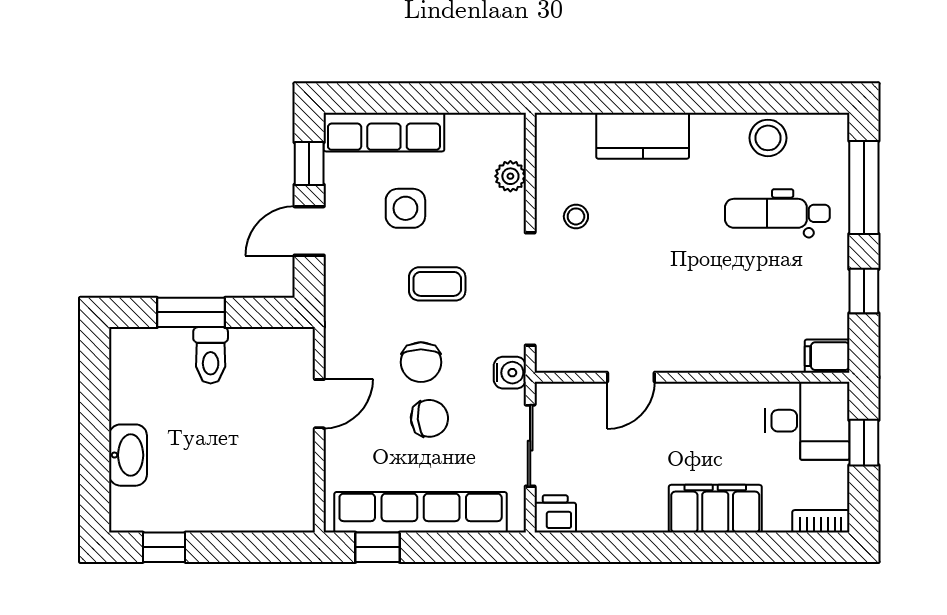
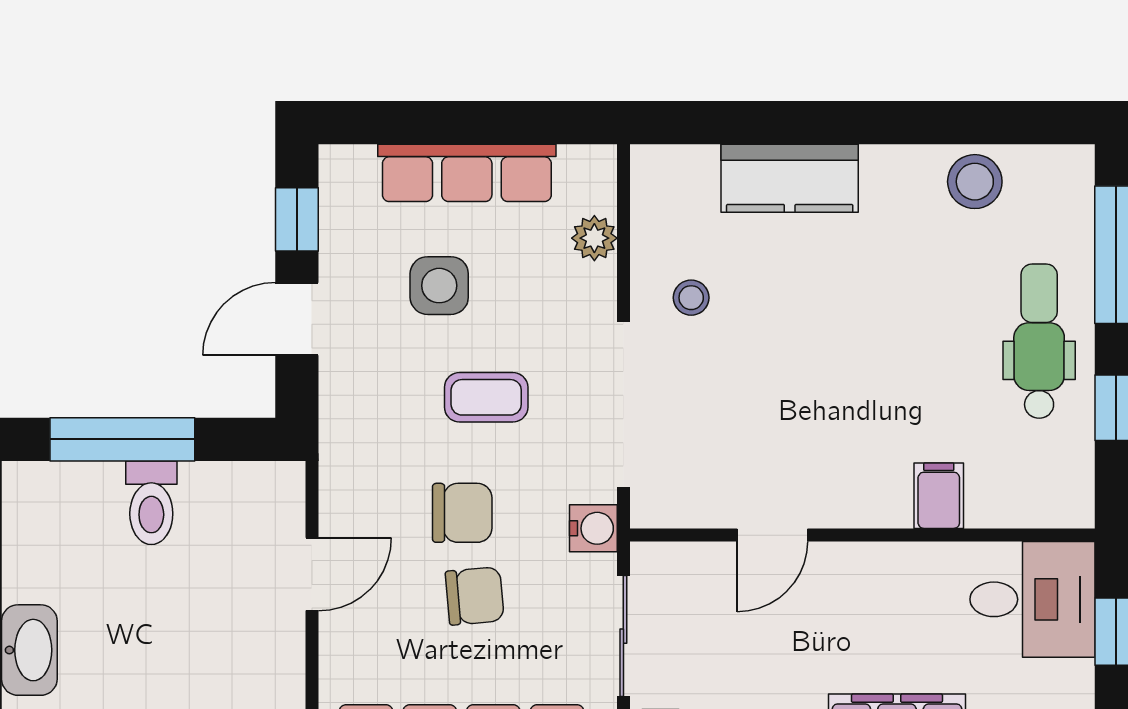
row of seats: (384, 132) -> (467, 173), moved
dental chair: (777, 213) -> (1039, 341), moved, turned 90
window: (191, 312) -> (122, 439), width x1.44
filing cabinet: (827, 356) -> (939, 496), moved, turned 90
chair: (421, 362) -> (462, 513), turned -90

